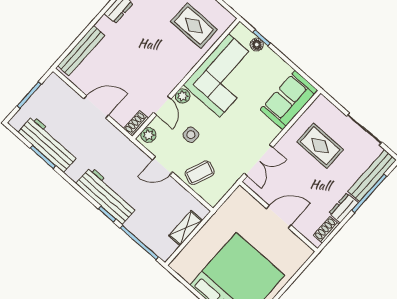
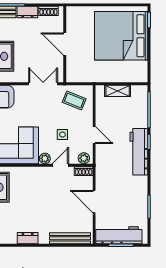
workbench: (48, 144) -> (119, 235), moved, turned 90
coffee table: (200, 173) -> (74, 100), moved

